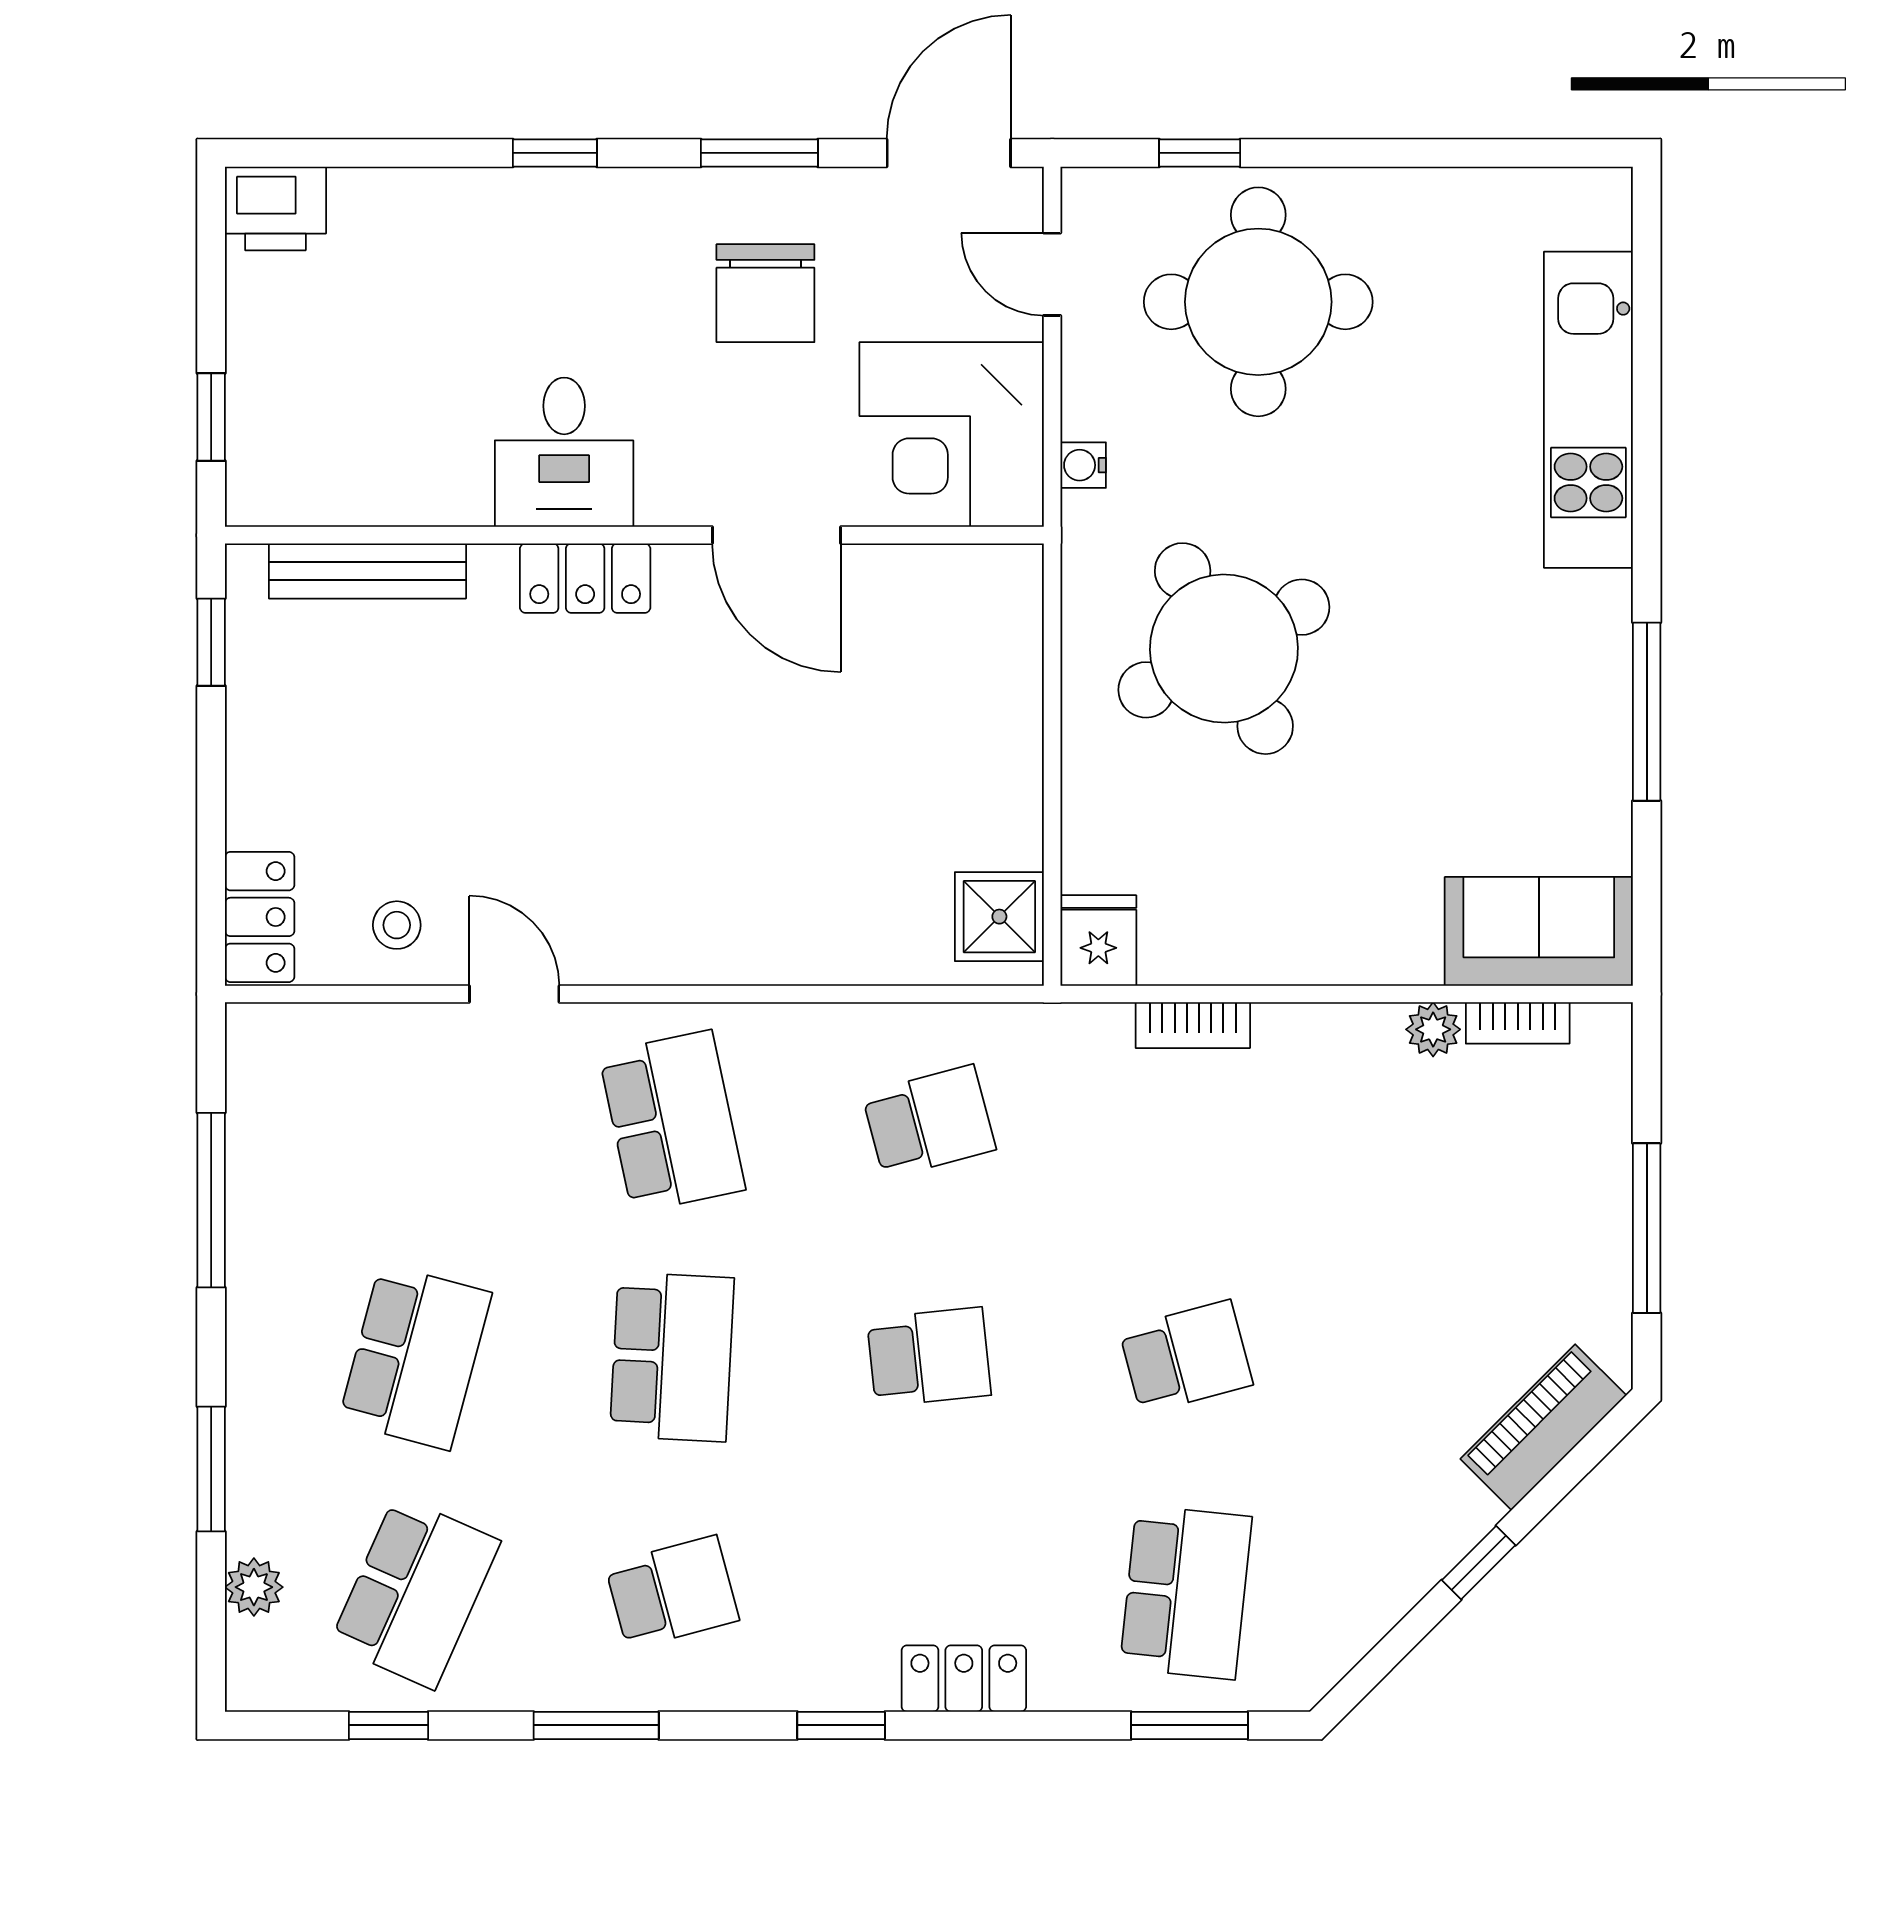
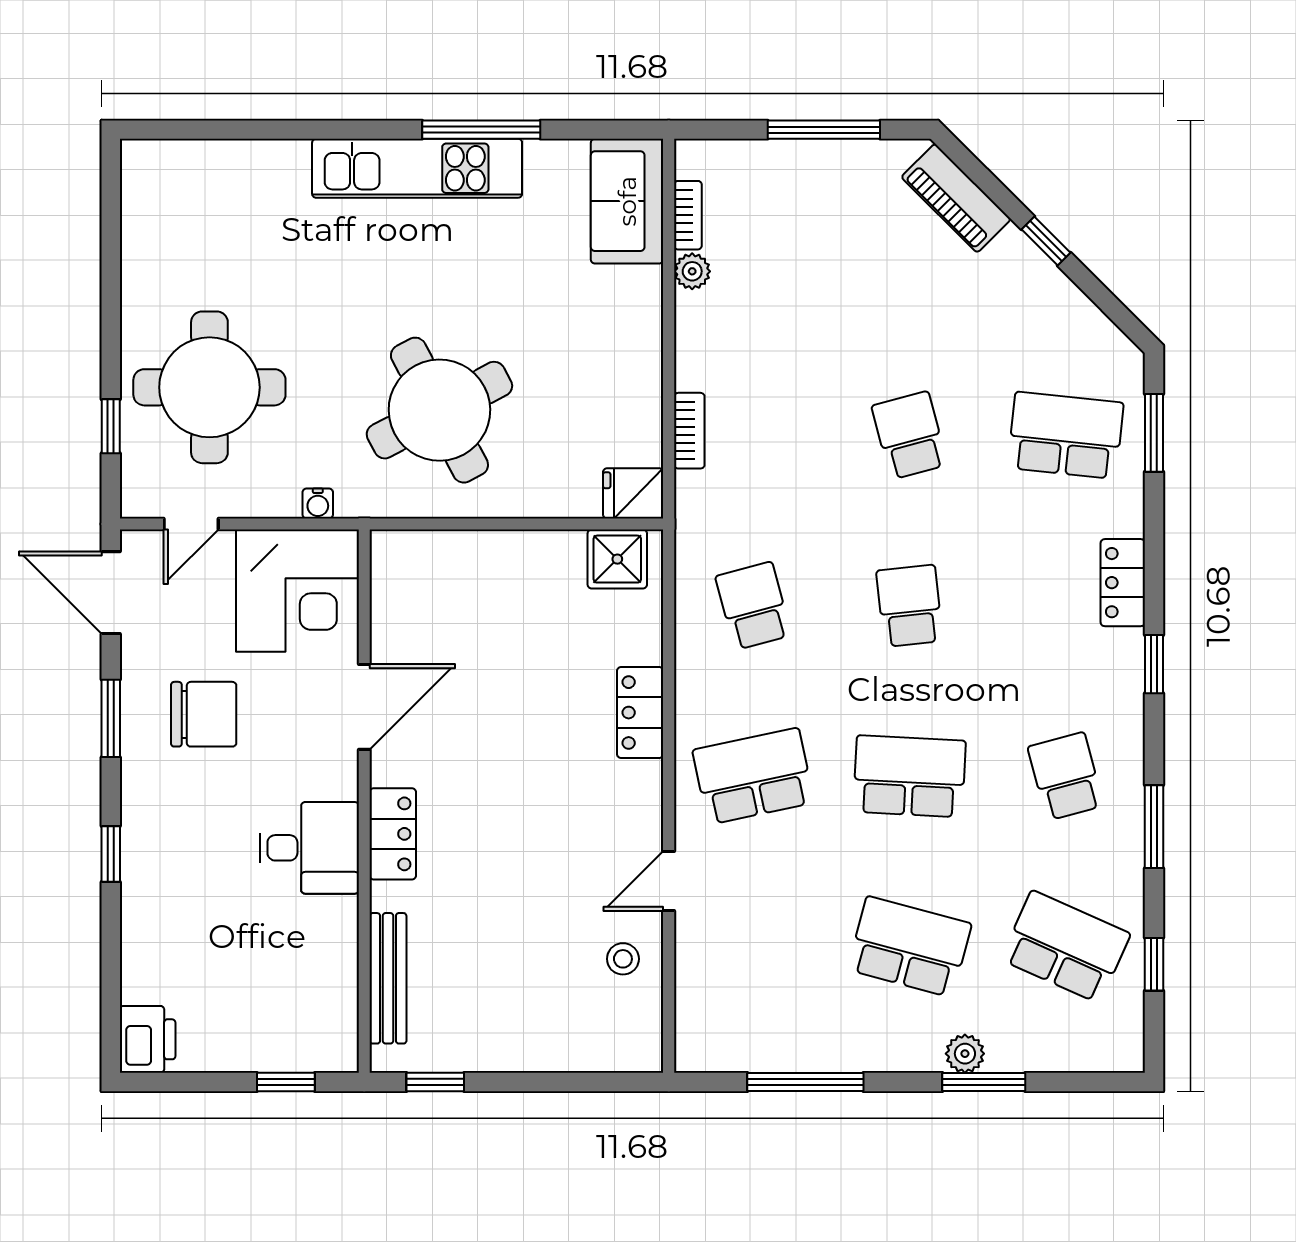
kitchen unit: (1588, 410) -> (417, 168), moved
locker: (260, 917) -> (640, 713), moved, turned -90
plant: (254, 1587) -> (965, 1054), moved

